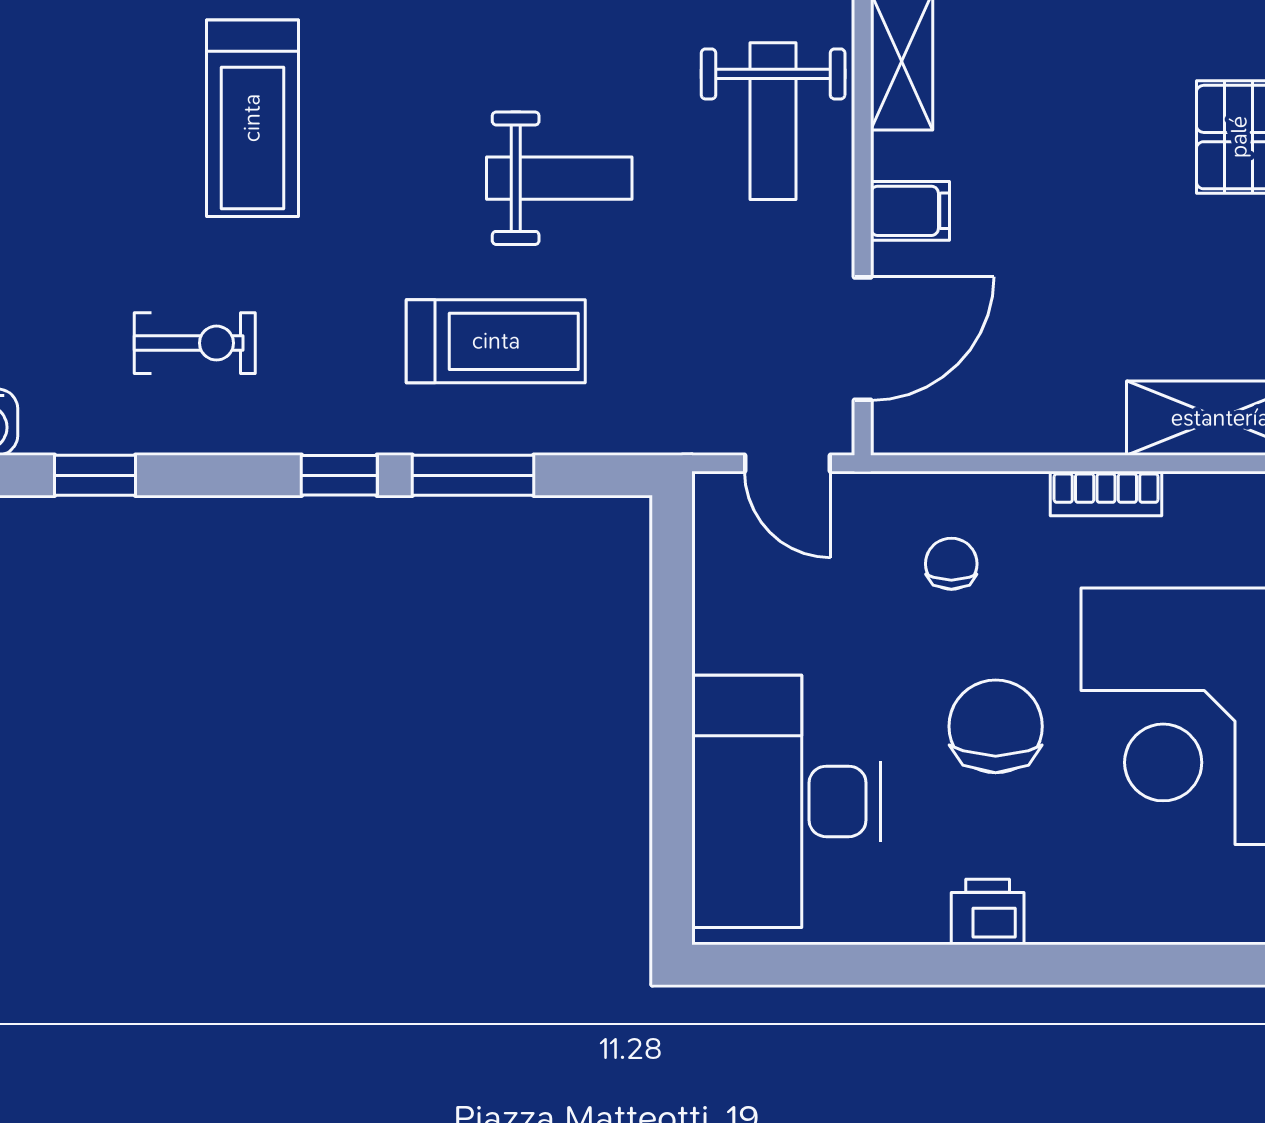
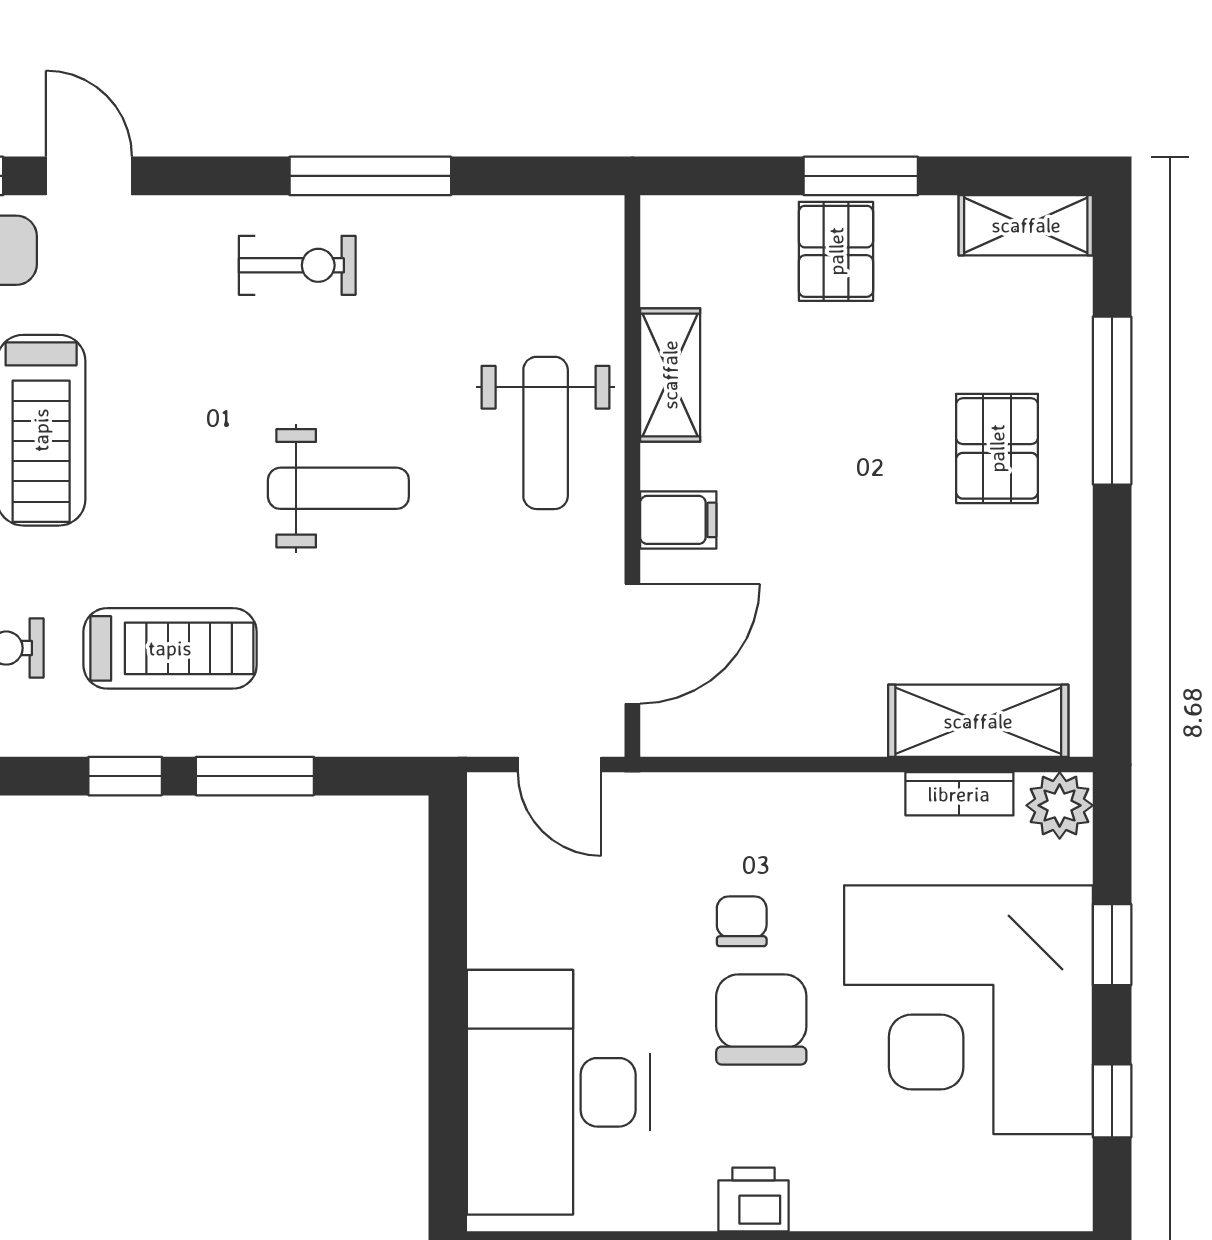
treadmill: (496, 341) -> (170, 648), moved
bookcase: (1106, 493) -> (959, 794), moved
chair: (951, 564) -> (742, 921), moved

